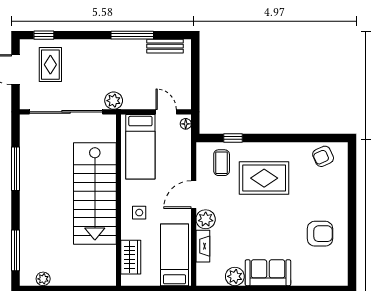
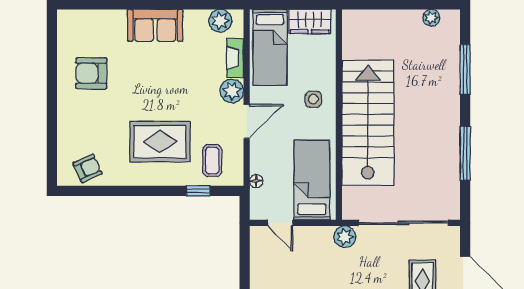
floor lamp: (186, 124) -> (256, 181), moved
window: (16, 250) -> (465, 70), moved
wardrobe: (131, 257) -> (310, 21), moved, turned -90
plant: (235, 276) -> (220, 21), moved

